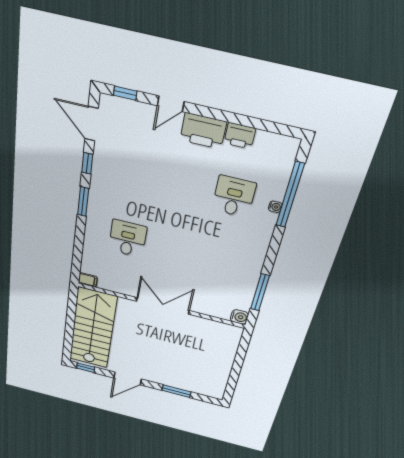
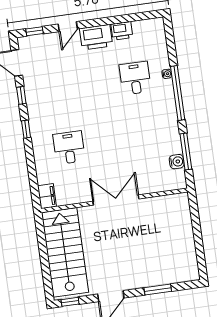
window: (290, 195) -> (178, 93), moved
window: (83, 202) -> (26, 129), width x0.67
filing cabinet: (88, 280) -> (47, 196), width x2.00
water cooler: (239, 317) -> (177, 162), moved

